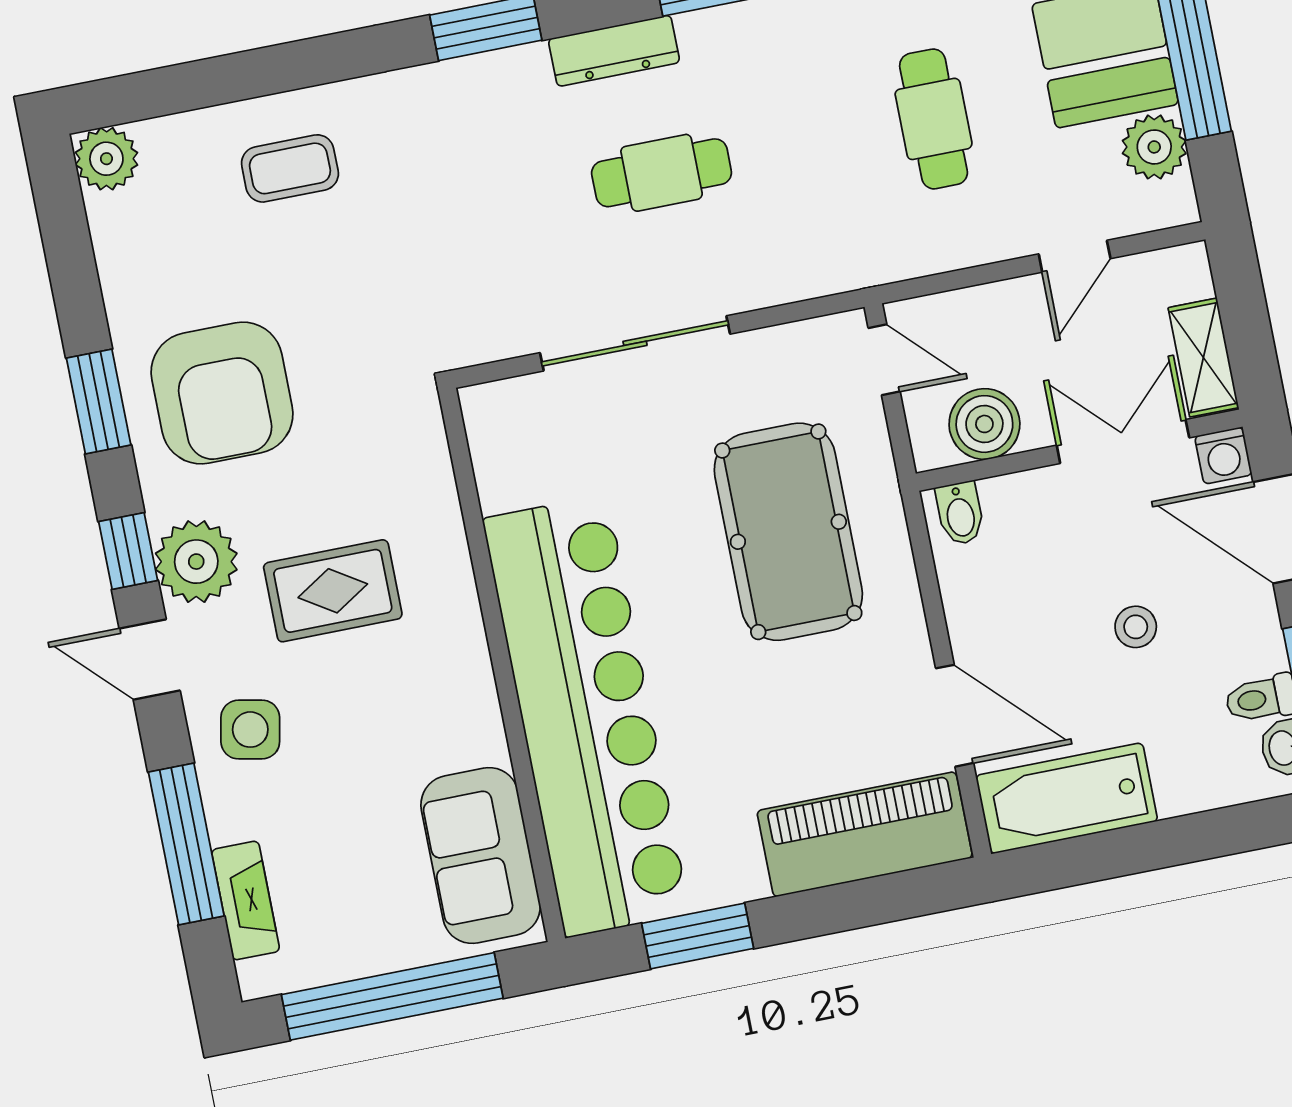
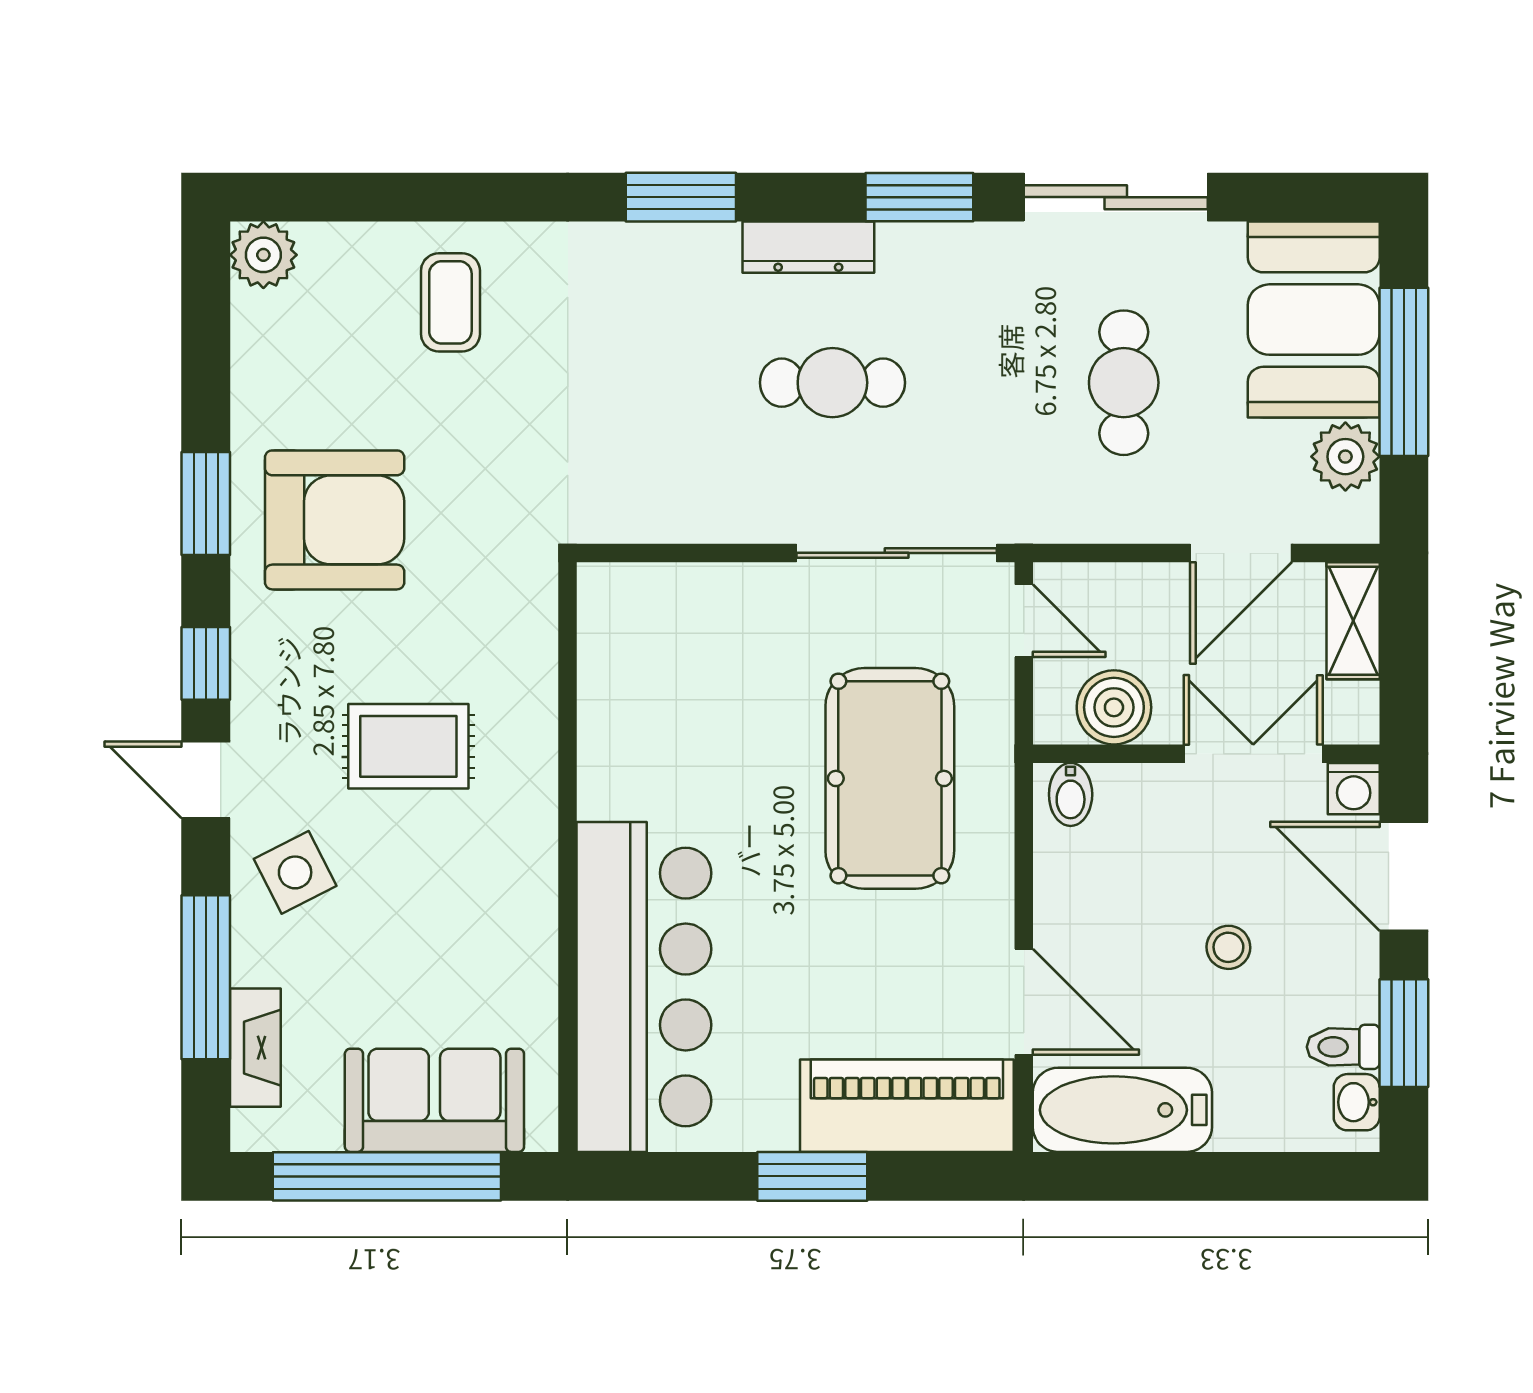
coffee table: (290, 168) -> (450, 302), turned 90
door: (1075, 256) -> (1241, 553), width x1.38
sliding door: (635, 343) -> (897, 553), moved
shelving: (1203, 358) -> (1353, 621), moved
armchair: (222, 393) -> (335, 520), turned -90
plant: (196, 562) -> (274, 688), removed
bar counter: (586, 716) -> (644, 987), width x0.73
side table: (250, 730) -> (295, 872), turned -38
sofa: (481, 855) -> (434, 1100), moved, turned 90
window: (698, 936) -> (812, 1176), moved

